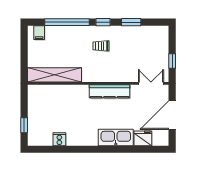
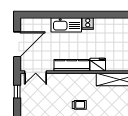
fridge: (143, 138) -> (98, 65), moved, turned 180
cooker: (59, 139) -> (88, 23), moved

